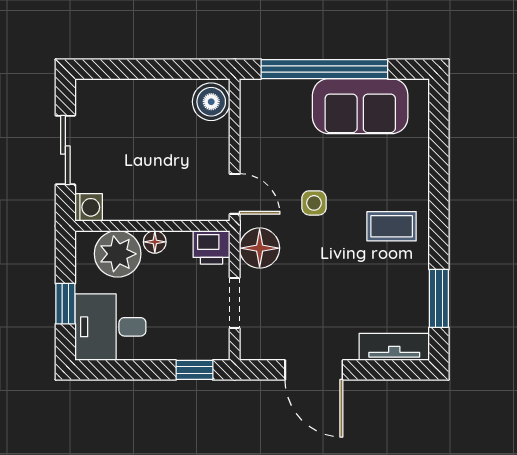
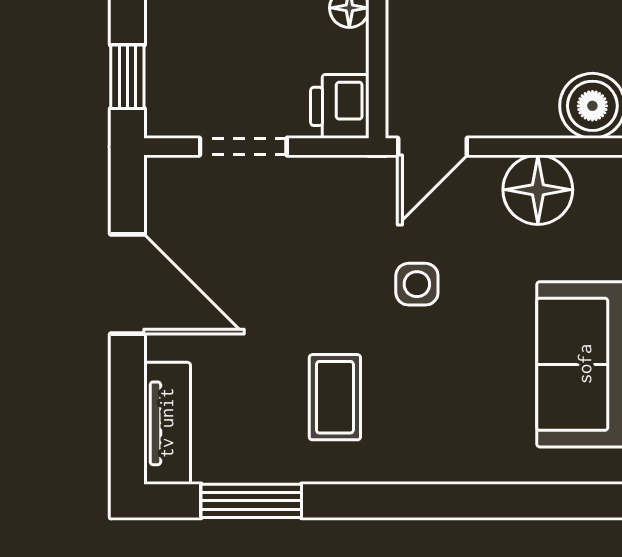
coffee table: (392, 226) -> (335, 397), moved
floor lamp: (260, 248) -> (538, 190), moved
door: (314, 370) -> (127, 284), swing flipped

